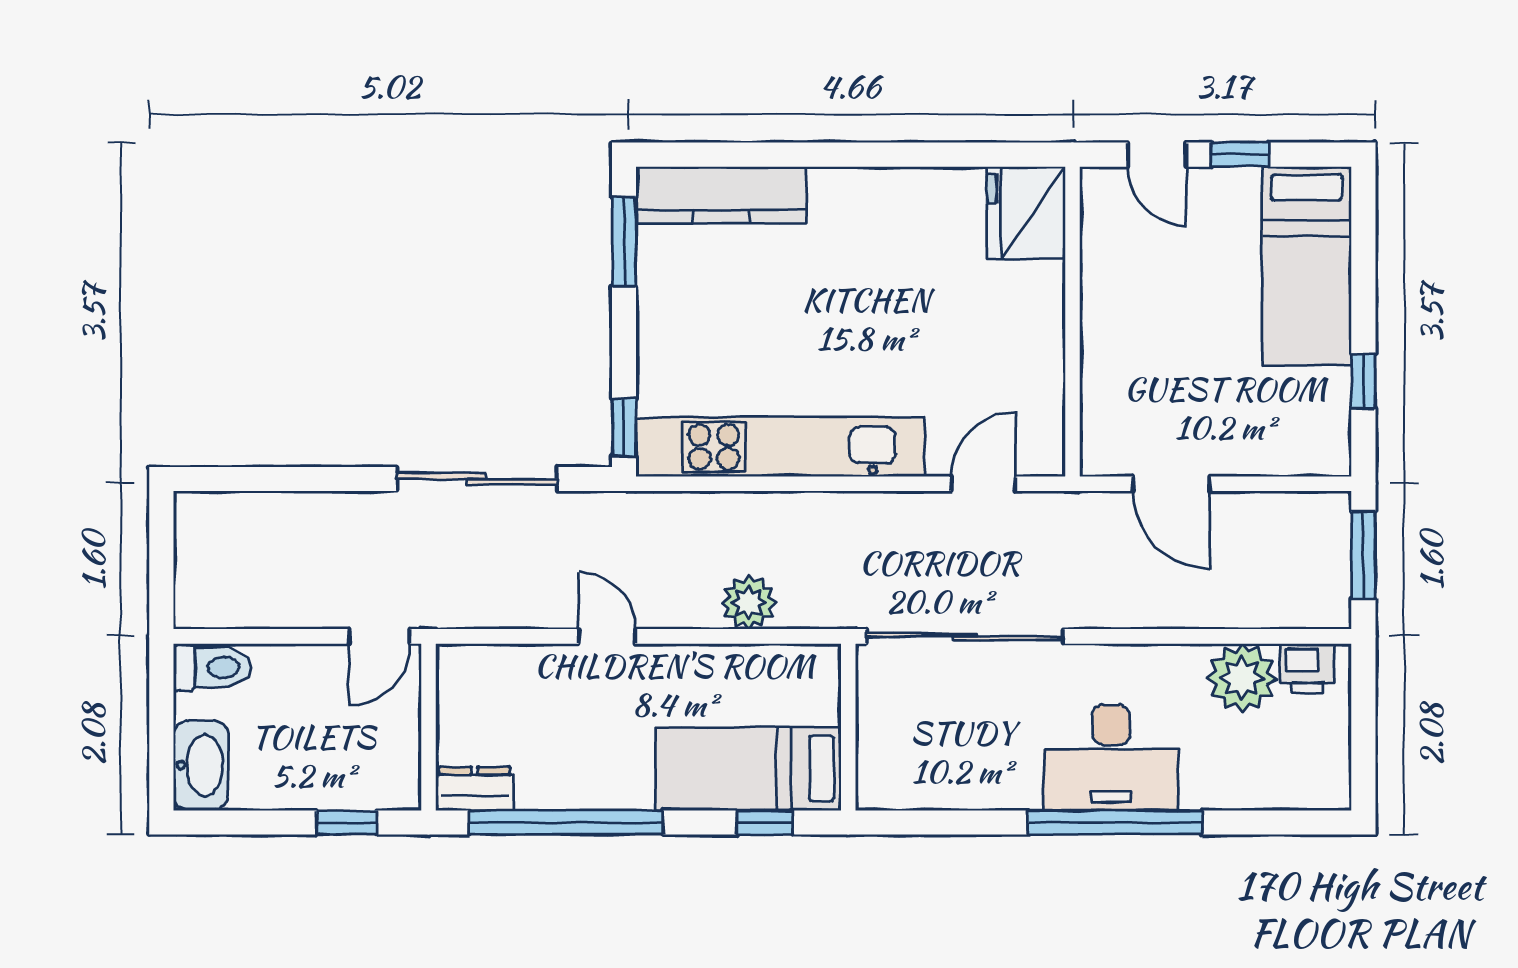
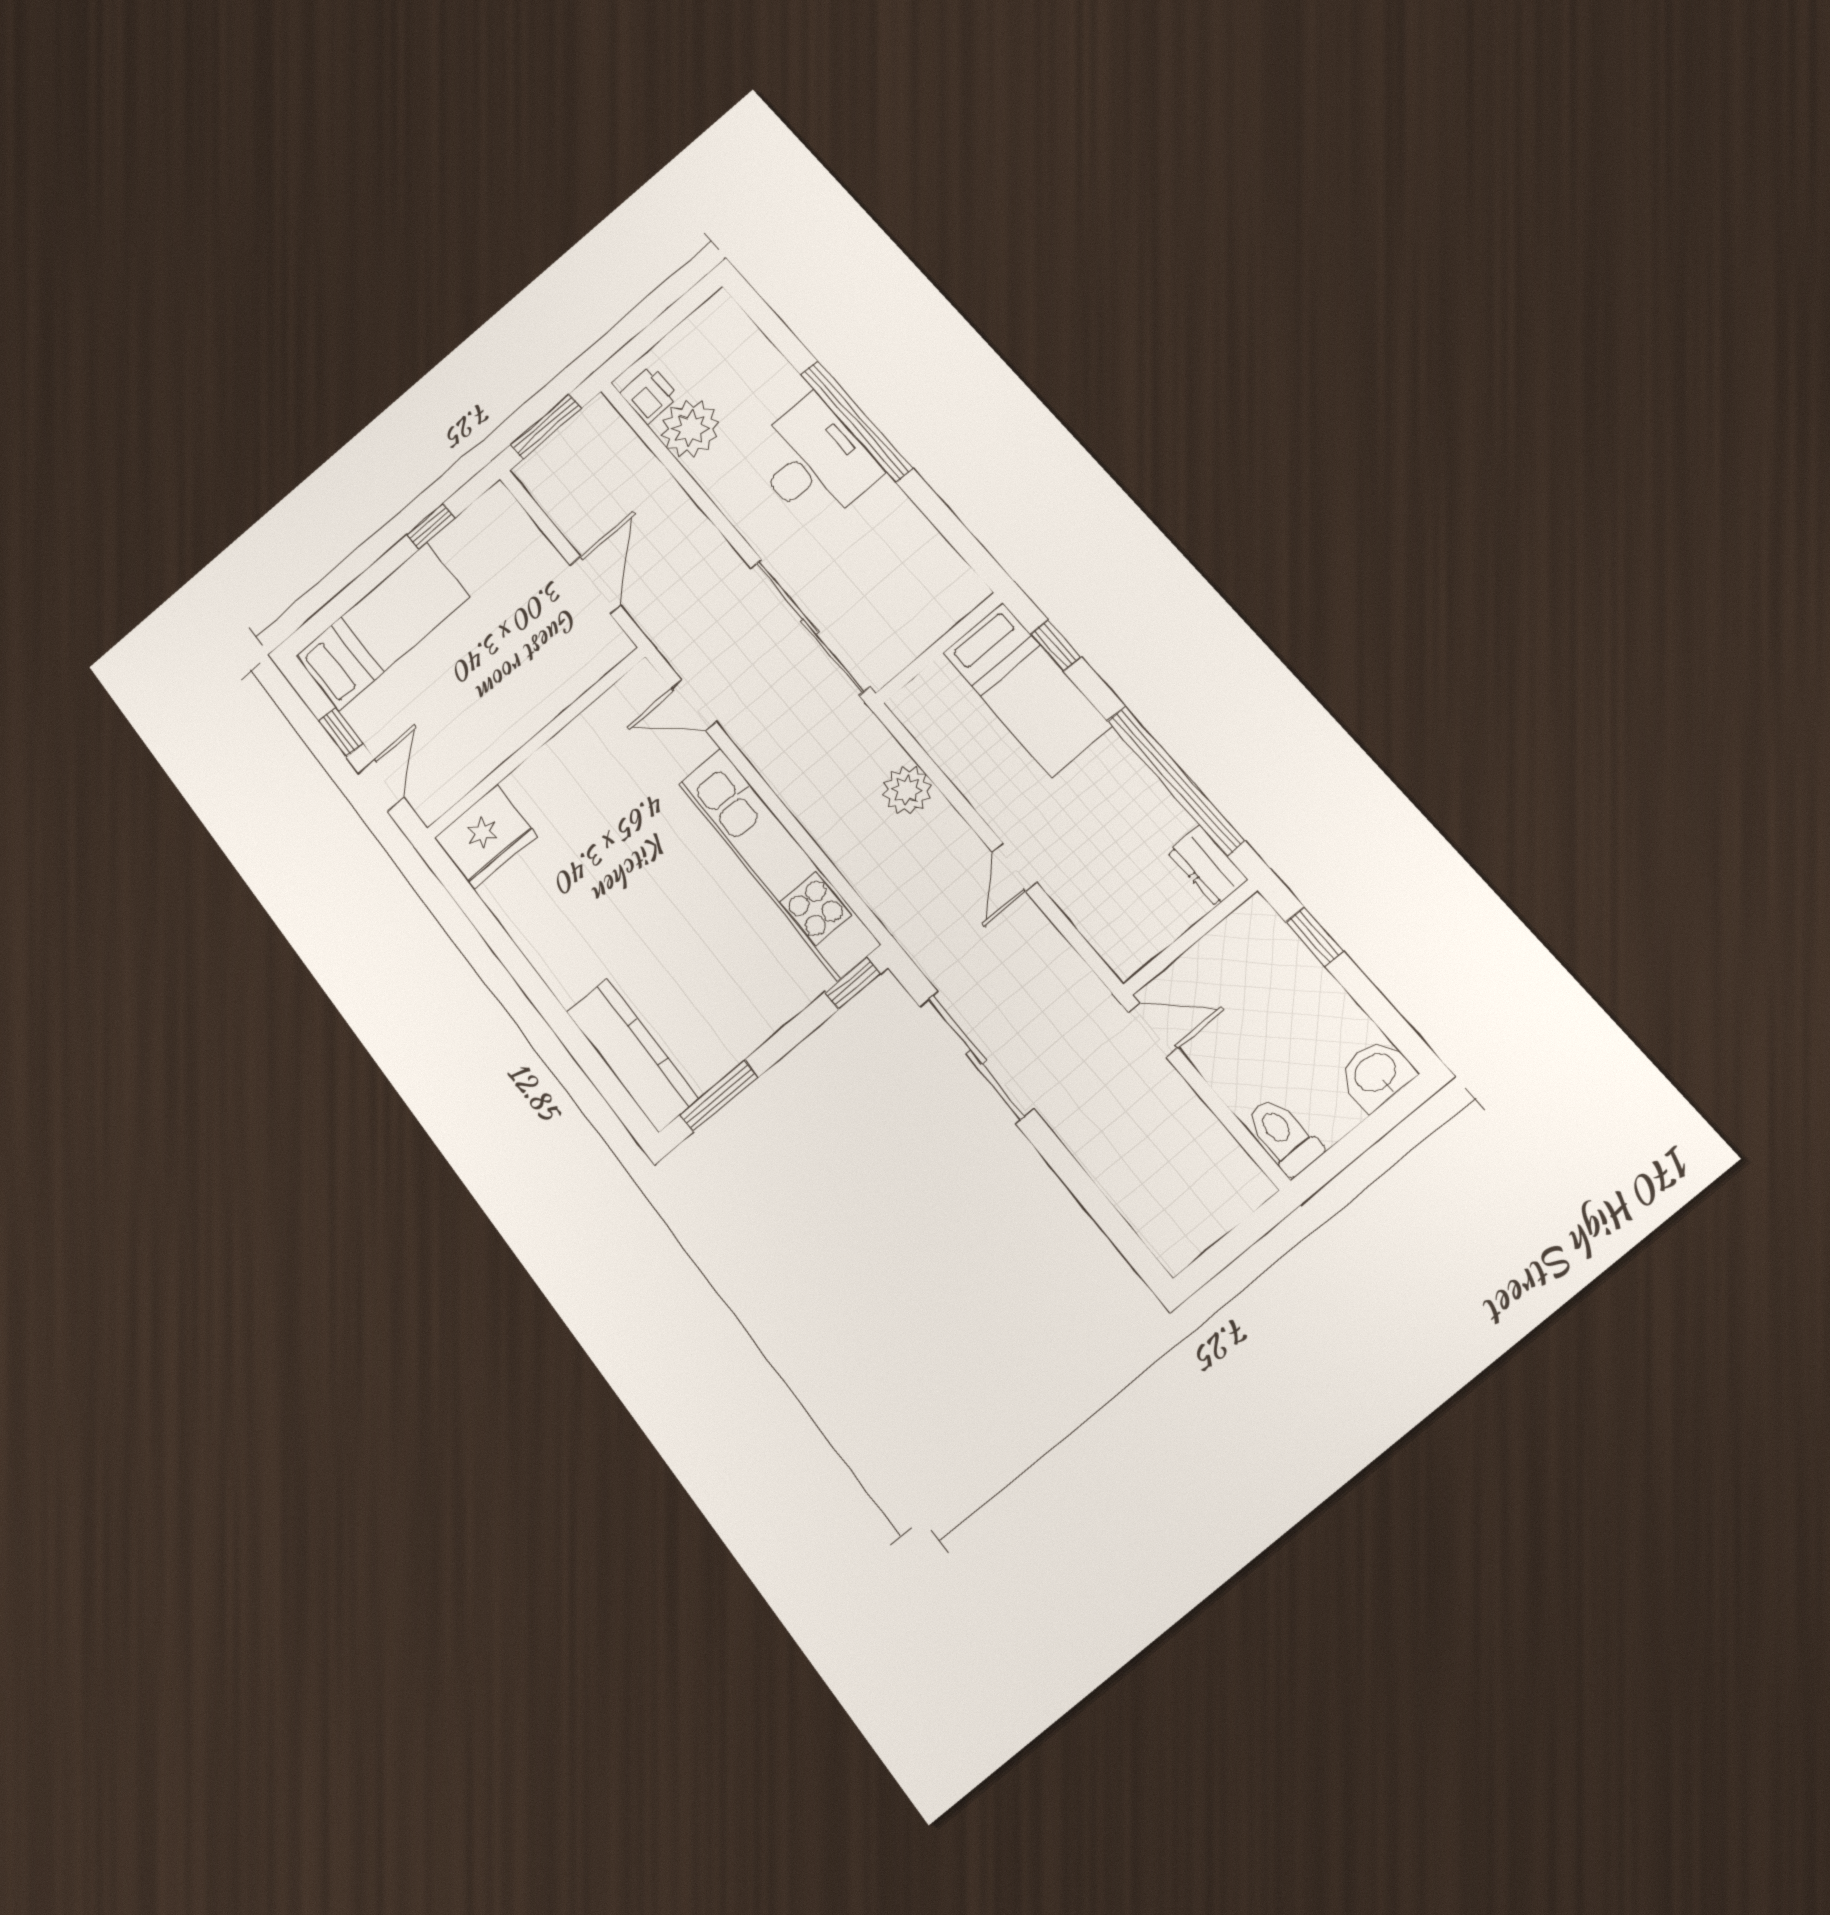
washbasin: (201, 765) -> (1376, 1074), width x0.72

